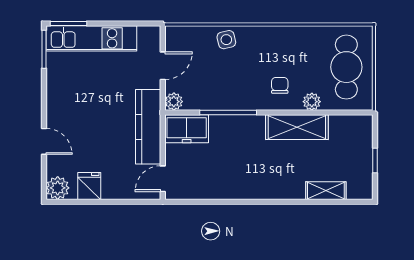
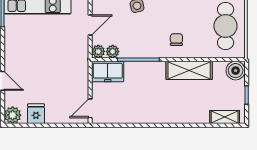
plant: (312, 102) -> (113, 52), moved
kitchen counter: (148, 127) -> (79, 70), removed
boiler: (360, 127) -> (236, 71), added
shelving: (326, 191) -> (225, 117), moved

